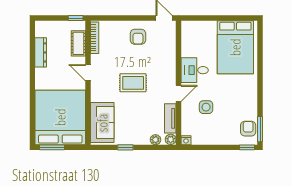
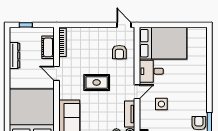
window: (76, 18) -> (26, 25), moved
armchair: (138, 37) -> (119, 52), moved
bed: (235, 47) -> (163, 43), moved, turned -90

